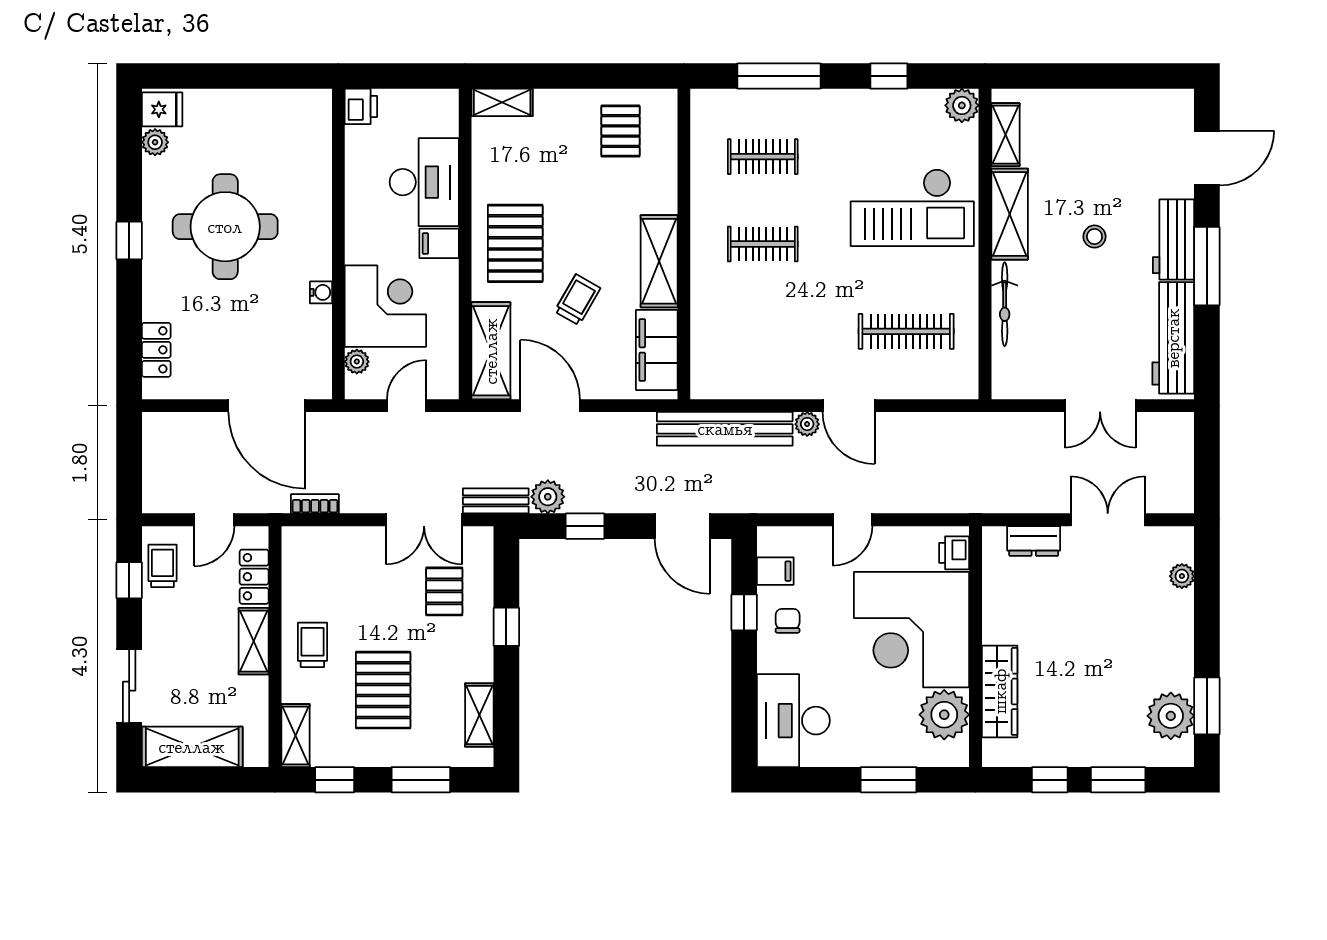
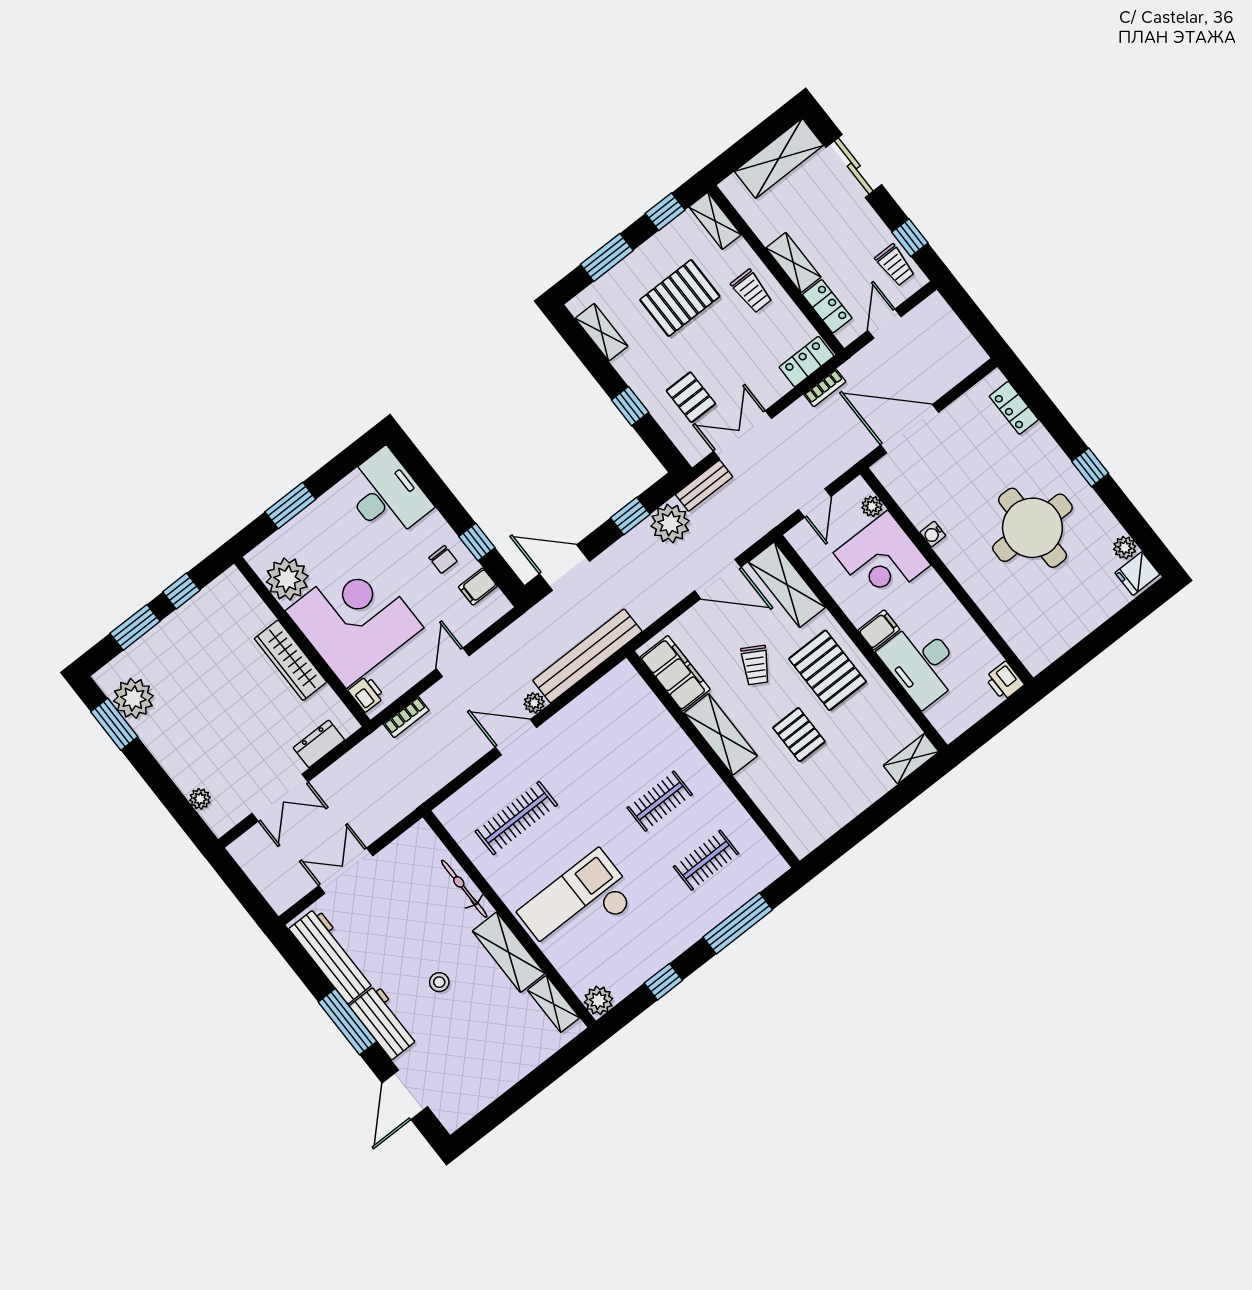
pallet: (621, 131) -> (799, 735), moved
plant: (548, 497) -> (670, 523), width x1.36, depth x1.36
bookcase: (934, 503) -> (406, 717), added
locker: (313, 541) -> (807, 362), added
pallet: (383, 690) -> (680, 298), turned 90
wardrobe: (1000, 691) -> (290, 660), moved

